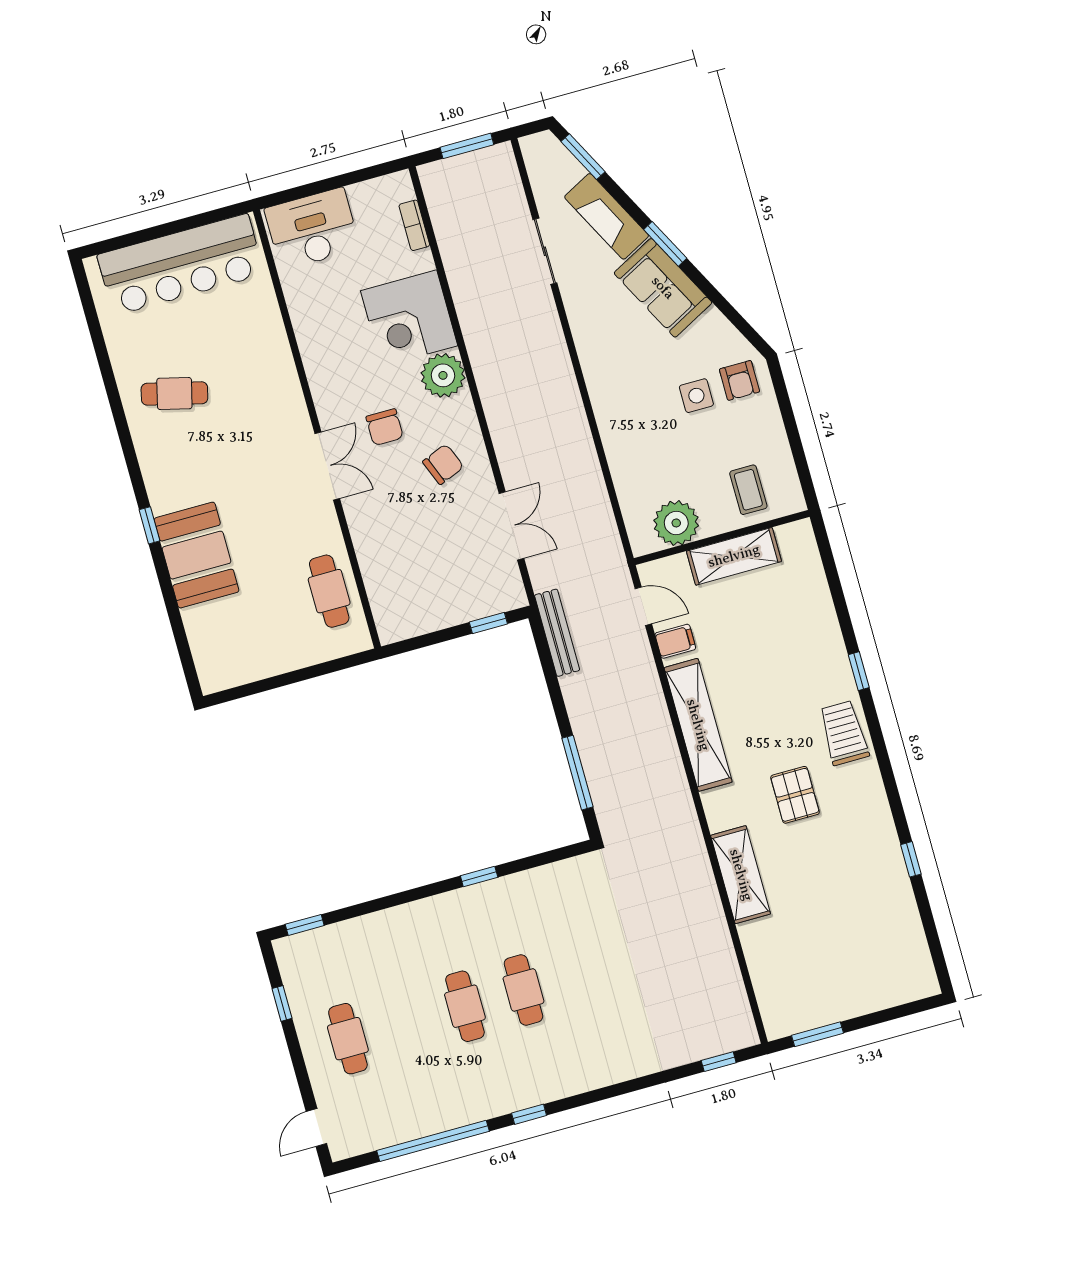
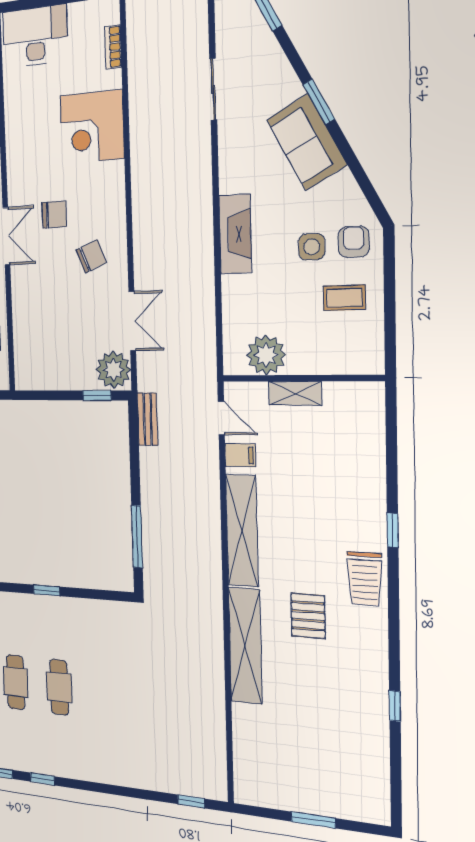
fireplace: (607, 216) -> (235, 234), moved, turned -152
plant: (443, 375) -> (113, 370), moved
armchair: (739, 380) -> (354, 242), turned 180
chair: (385, 427) -> (54, 215), turned -90
coffee table: (748, 490) -> (344, 298), moved, turned 90
shelving: (734, 556) -> (295, 393), width x0.67, depth x0.75
bench: (557, 633) -> (147, 419), width x0.73
trolley: (844, 733) -> (365, 579), turned 180
shelving: (741, 875) -> (245, 646), width x1.47
window: (817, 1034) -> (313, 820), moved

